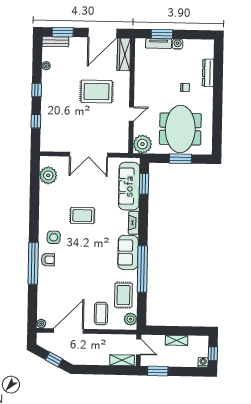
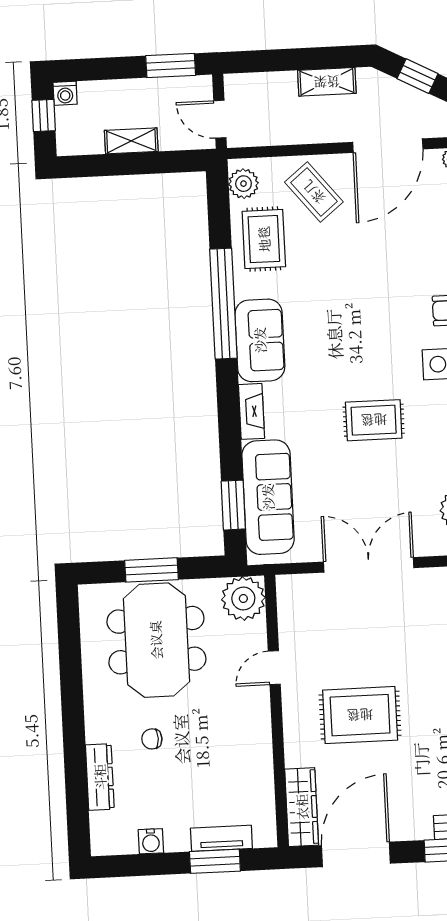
water cooler: (178, 44) -> (151, 841), moved
coffee table: (101, 314) -> (314, 192), turned -39
shelving: (122, 360) -> (327, 82), moved

